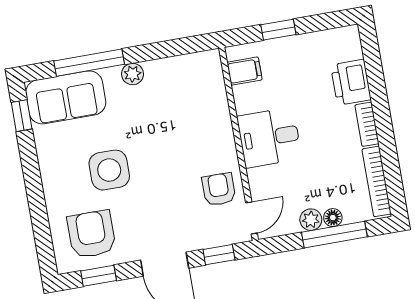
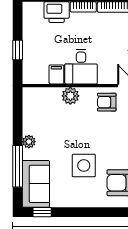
filing cabinet: (245, 71) -> (56, 74), moved
plant: (219, 129) -> (70, 96), added

